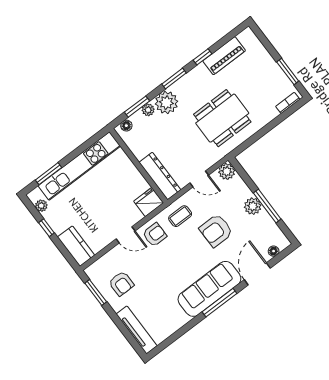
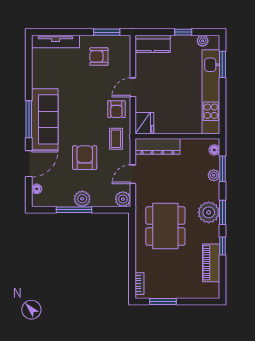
plant: (166, 103) -> (209, 212), moved
door: (257, 274) -> (29, 164), hinge flipped

